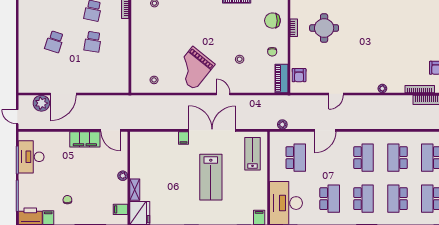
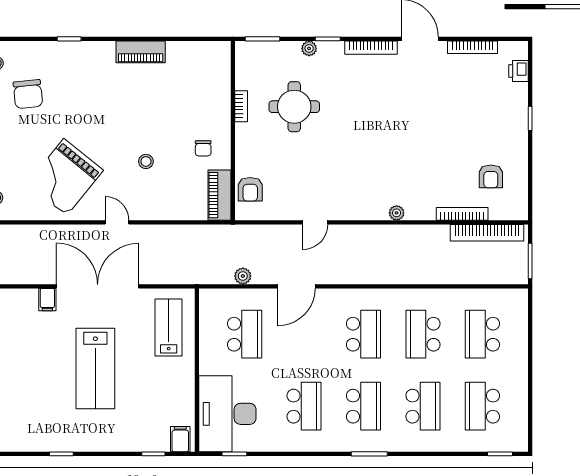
chair: (272, 21) -> (28, 94), moved, turned -96
plant: (282, 124) -> (243, 276), moved
school desk: (397, 199) -> (423, 406), turned 180

